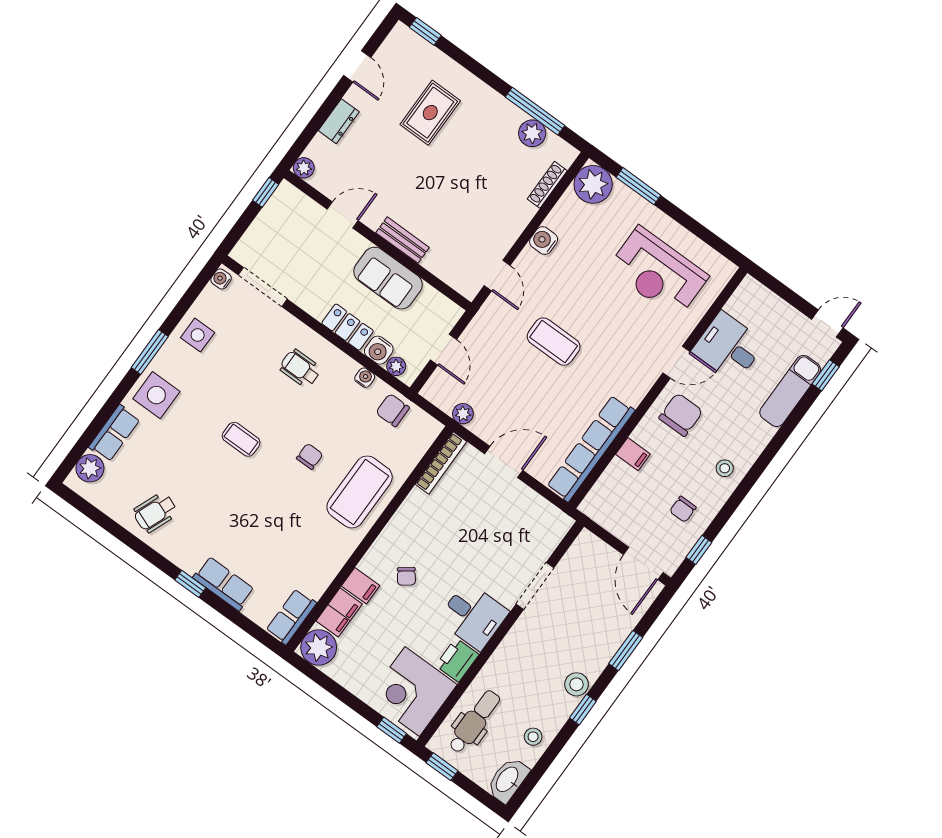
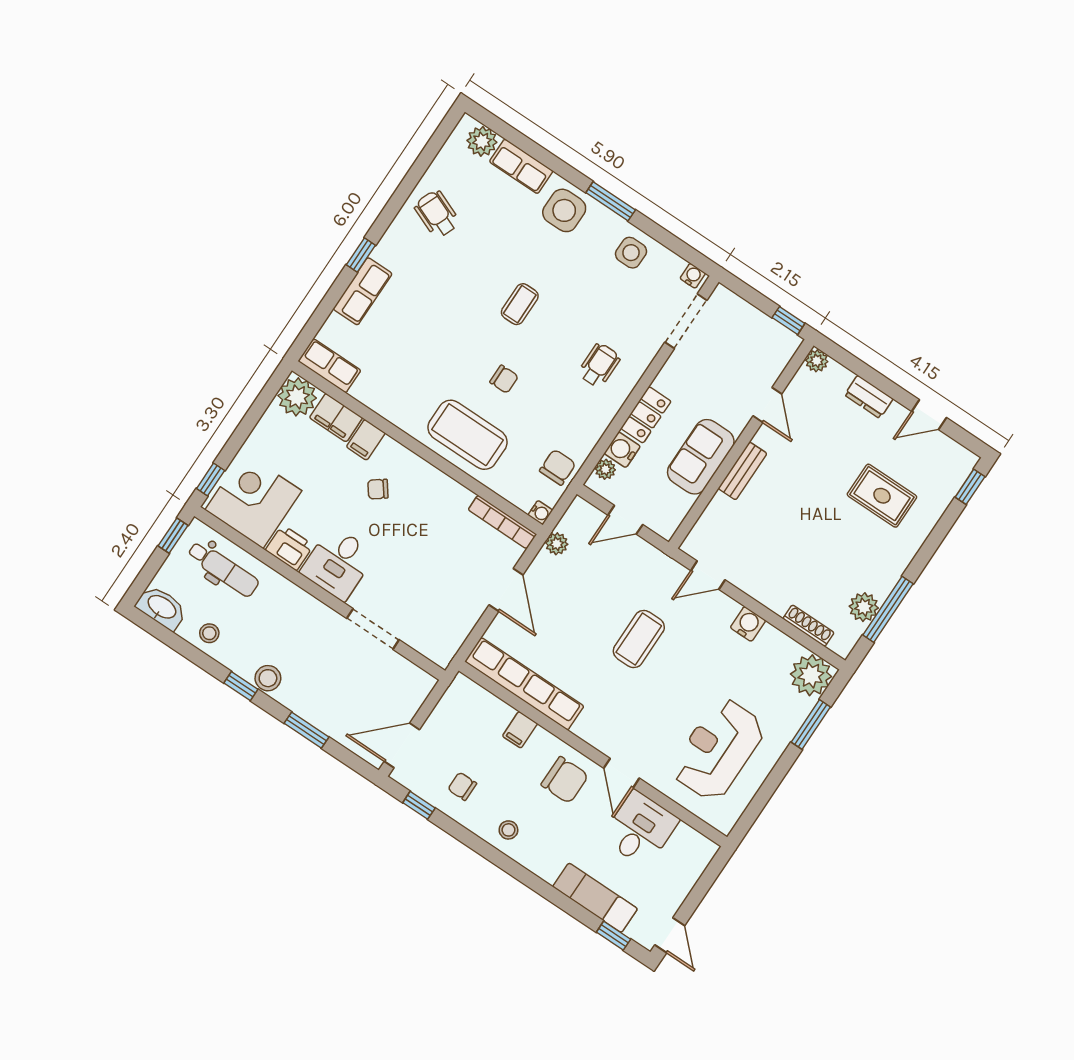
water cooler: (365, 378) -> (540, 513), moved

